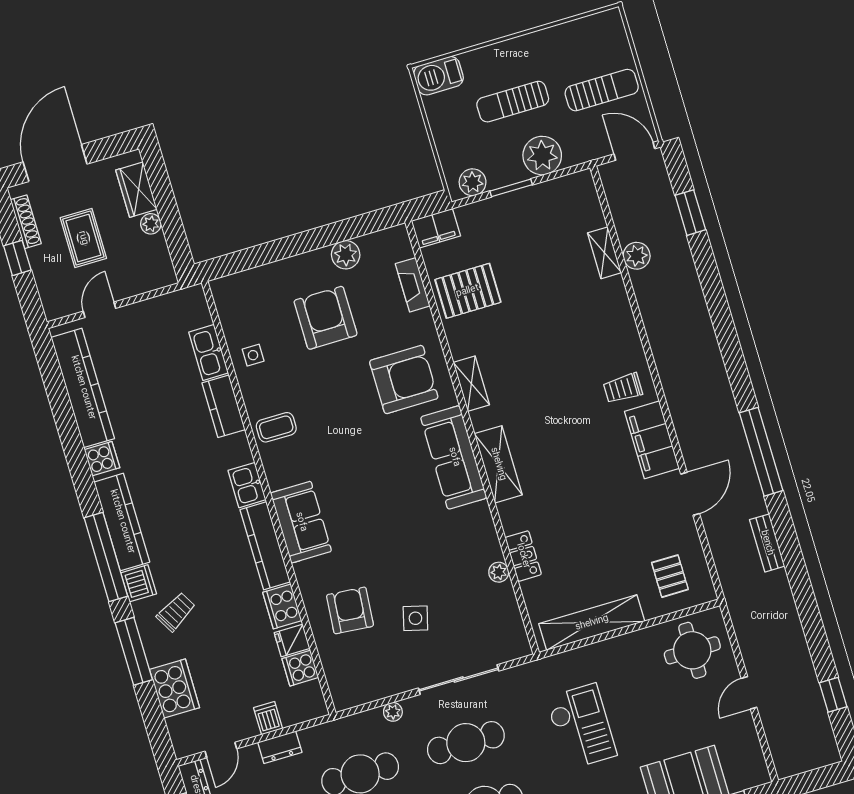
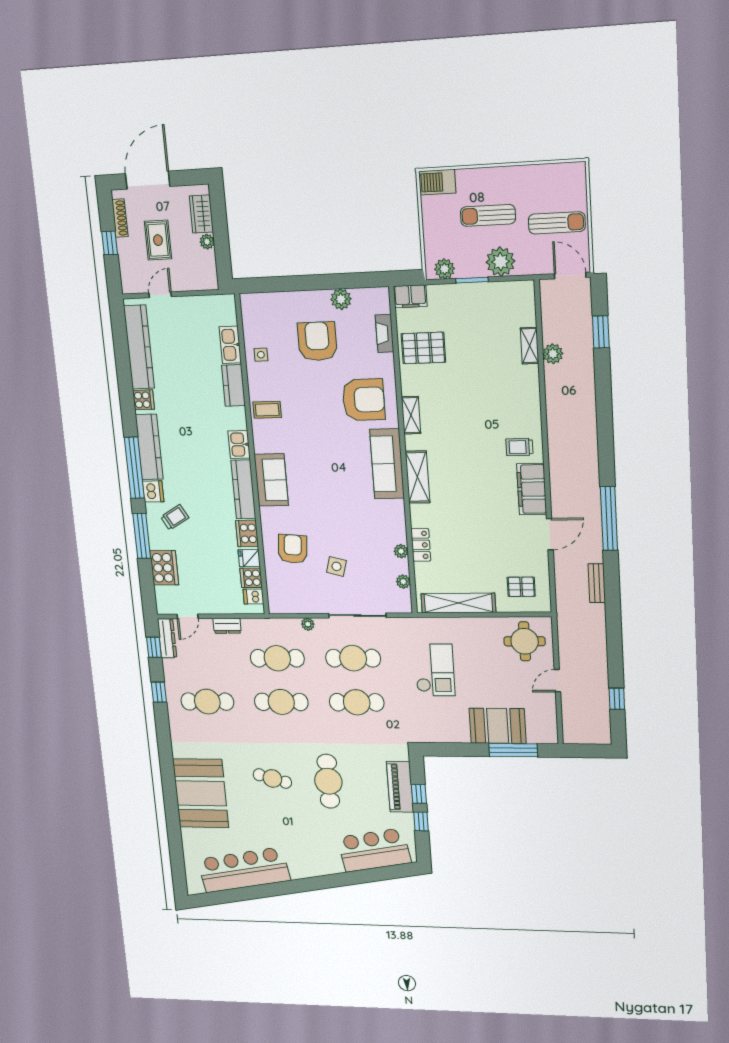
pallet: (670, 576) -> (521, 587), turned 90
plant: (511, 614) -> (403, 582), added
dishwasher: (268, 718) -> (253, 596), moved, turned -90

